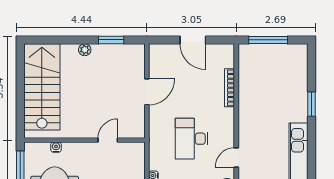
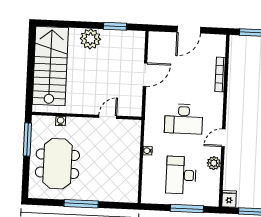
door: (193, 40) -> (189, 30), hinge flipped
plant: (85, 50) -> (90, 39), width x1.87, depth x1.87
desk: (192, 139) -> (184, 119), turned -90

